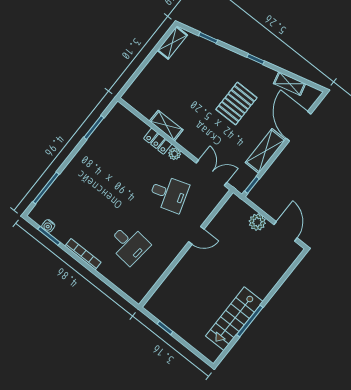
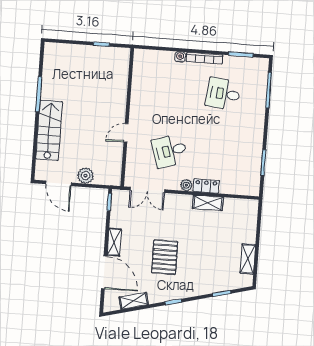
shelving: (172, 43) -> (248, 259), moved
shelving: (265, 151) -> (114, 242), width x0.67, depth x0.75
water cooler: (48, 226) -> (180, 57), moved
desk: (129, 244) -> (223, 94), moved
stairs: (234, 319) -> (49, 130), moved

